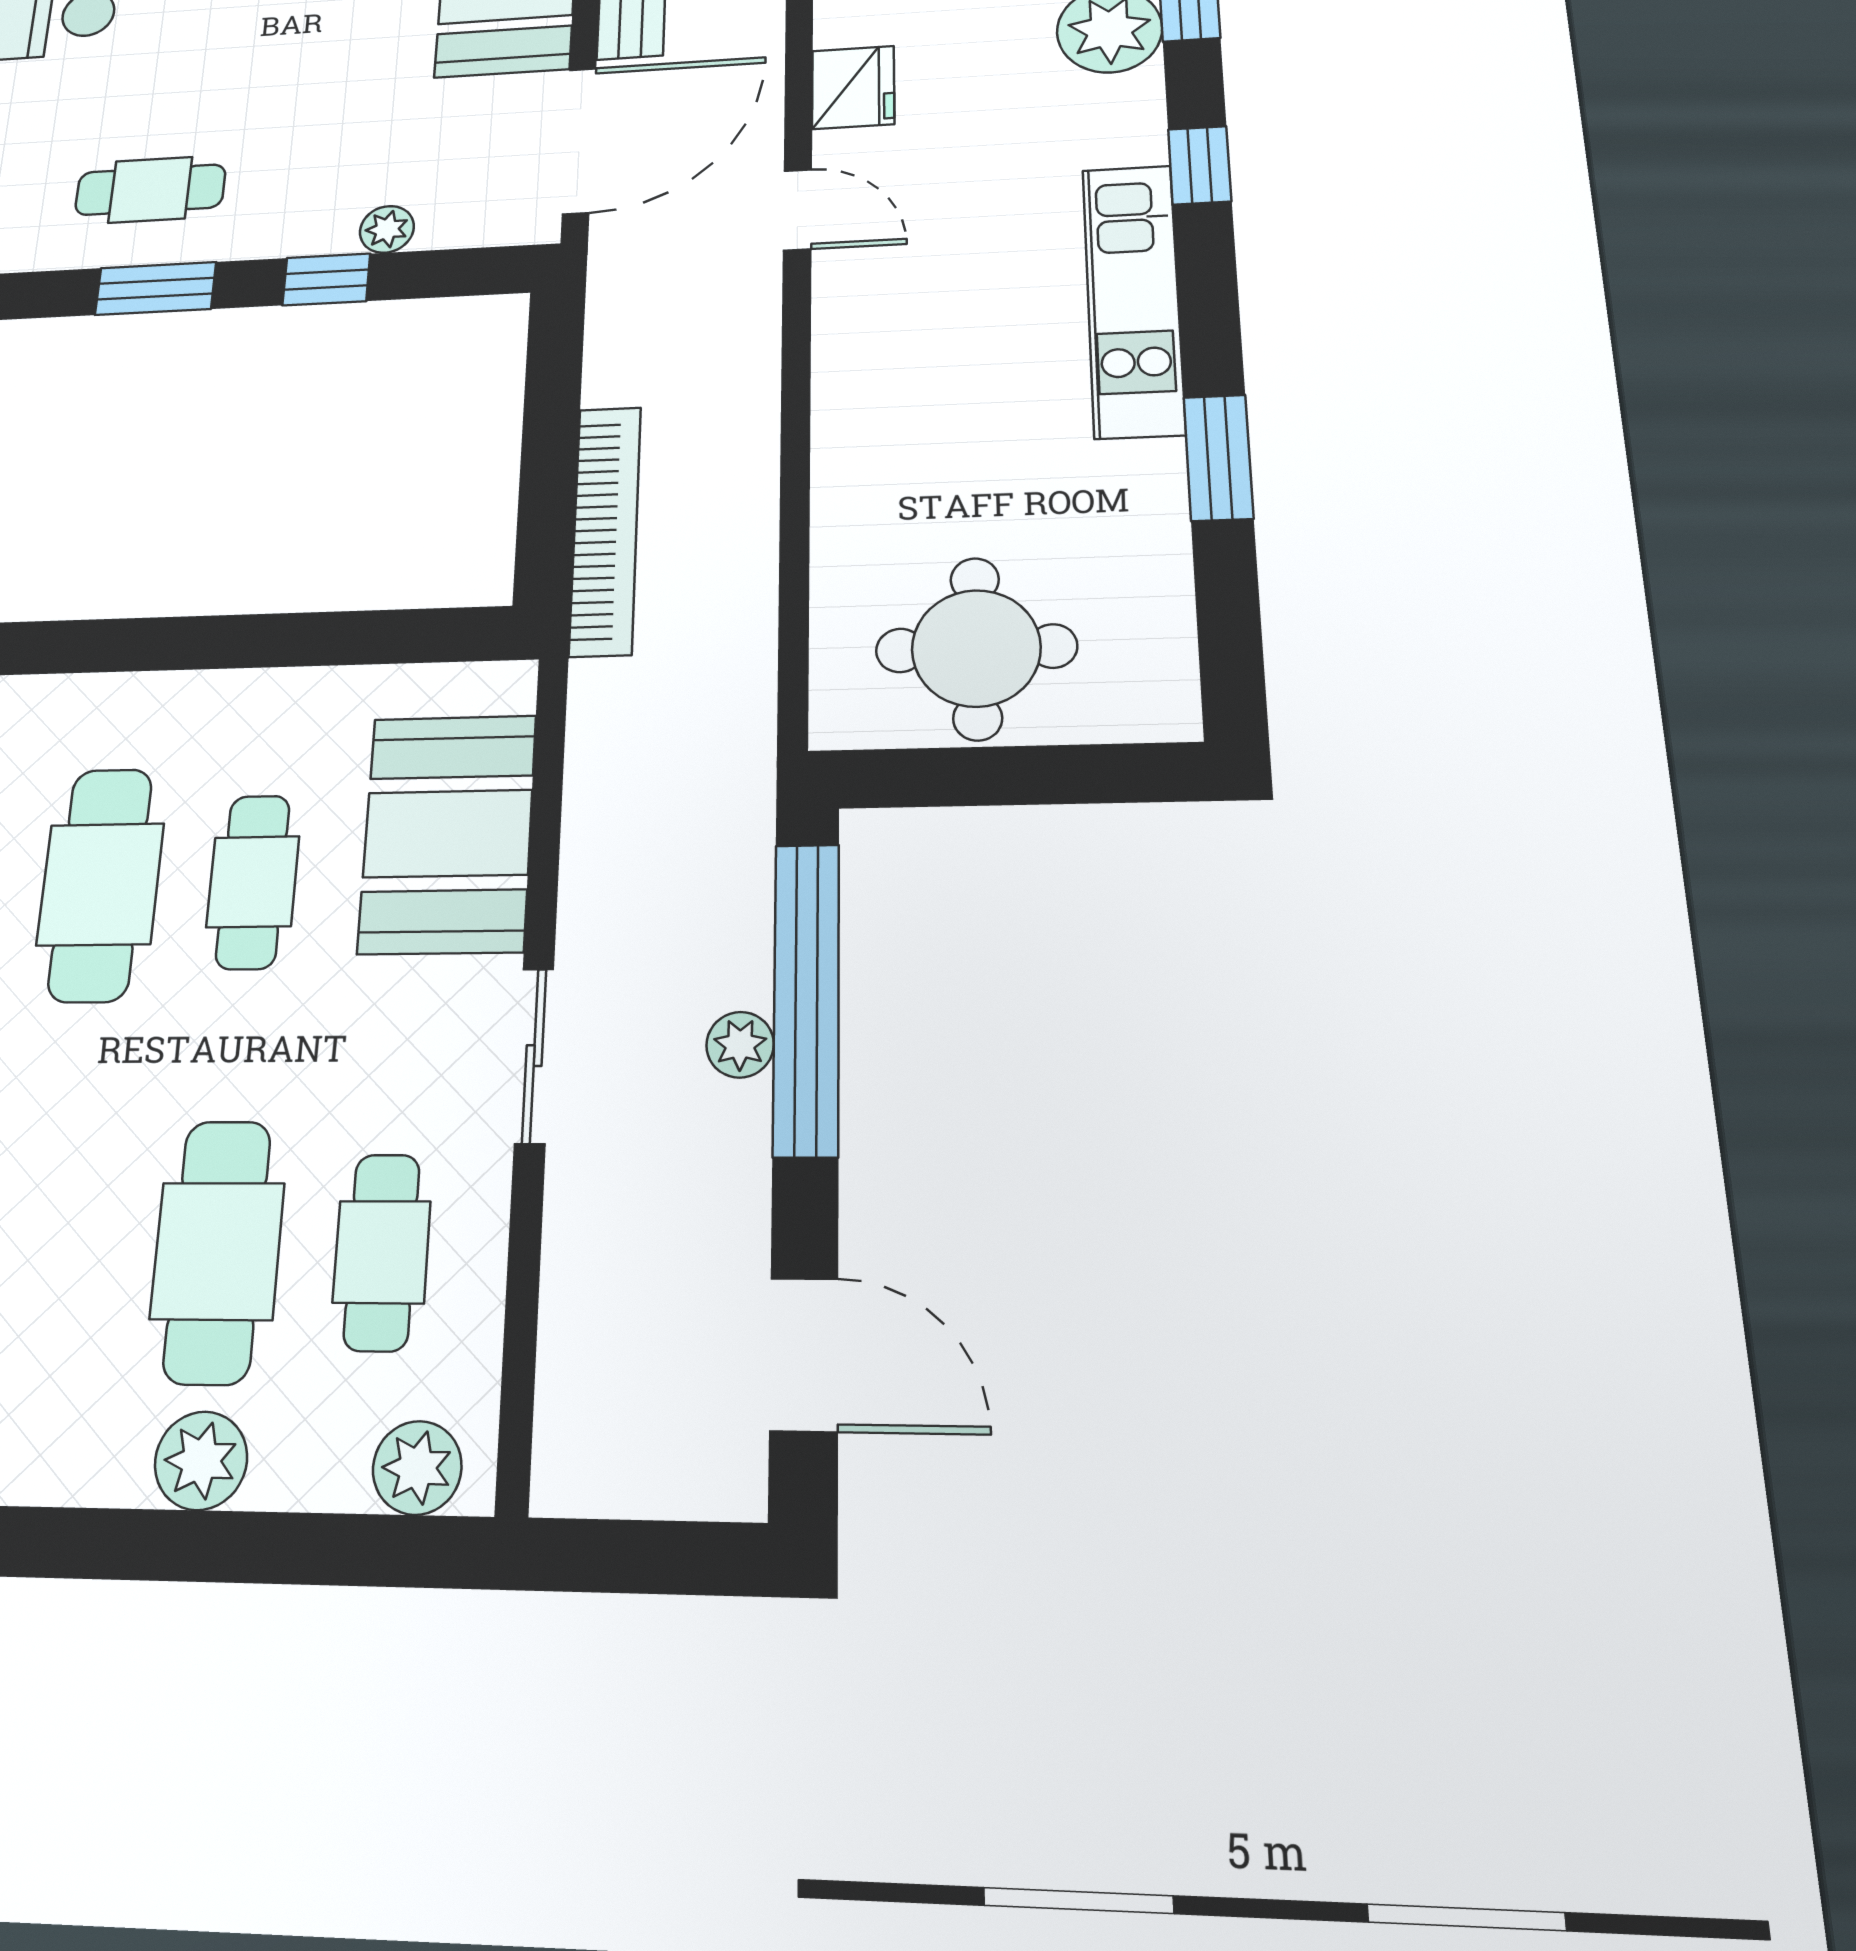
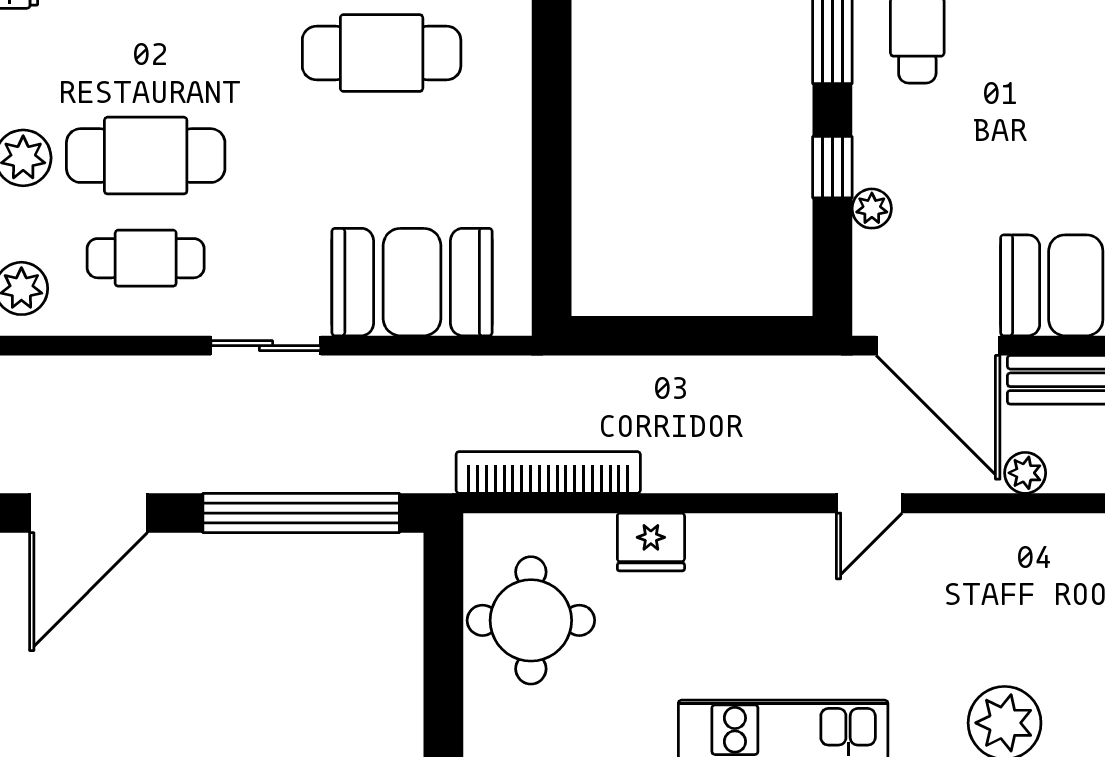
fridge: (853, 87) -> (651, 542), moved
bookcase: (605, 530) -> (548, 472), moved, turned 180
cafe table: (253, 882) -> (382, 156), removed
plant: (740, 1045) -> (1025, 473), moved
door: (804, 1354) -> (88, 513), width x1.36

